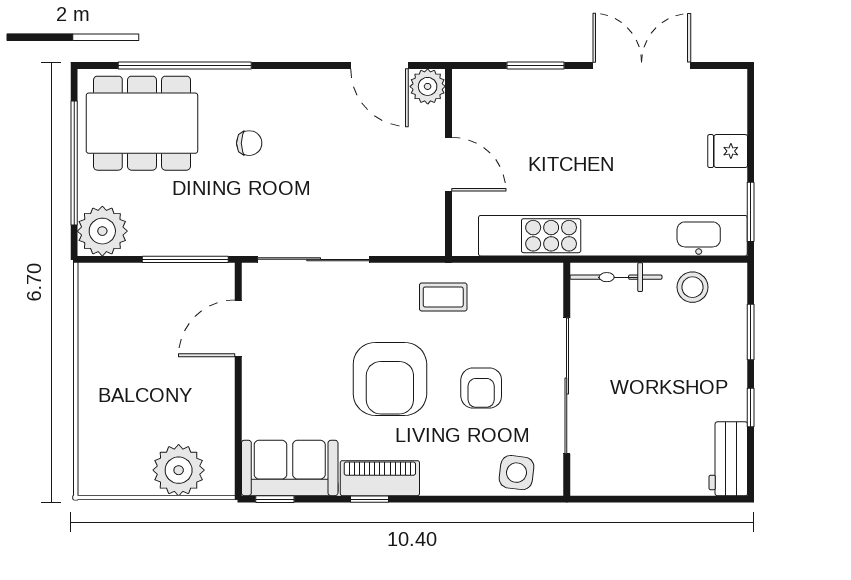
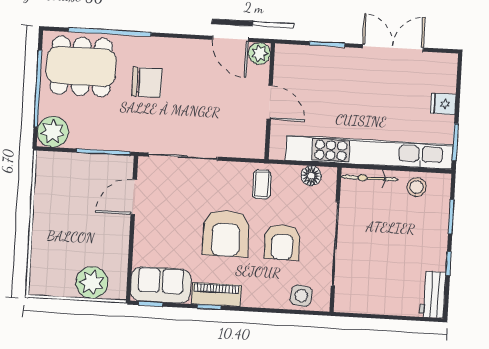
chair: (249, 143) -> (147, 82), width x1.87, depth x1.87
floor lamp: (522, 279) -> (311, 176), added
coffee table: (443, 297) -> (262, 184), turned 90
armchair: (481, 388) -> (282, 242), width x1.38, depth x1.38

